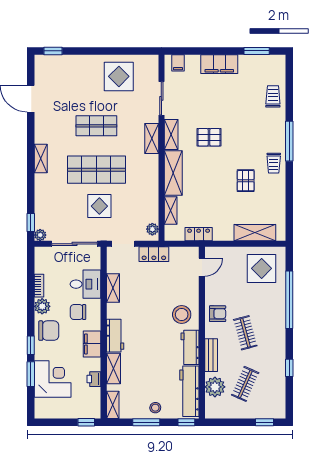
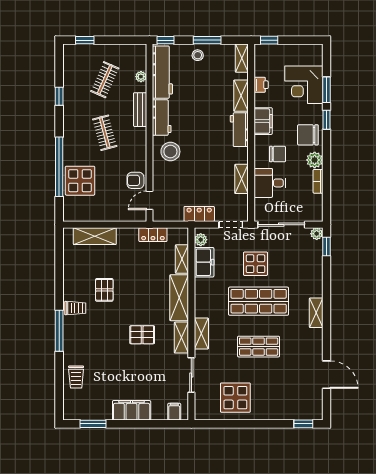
trolley: (274, 163) -> (75, 308), turned 90
freezer: (149, 207) -> (204, 262), added
display table: (262, 268) -> (80, 181), moved
armchair: (218, 314) -> (135, 180), moved
plant: (215, 387) -> (141, 77), width x0.53, depth x0.53

